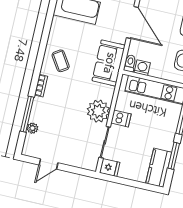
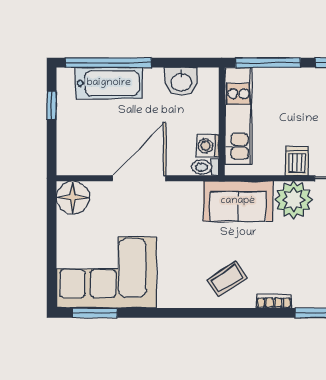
sofa: (109, 63) -> (238, 201), moved

